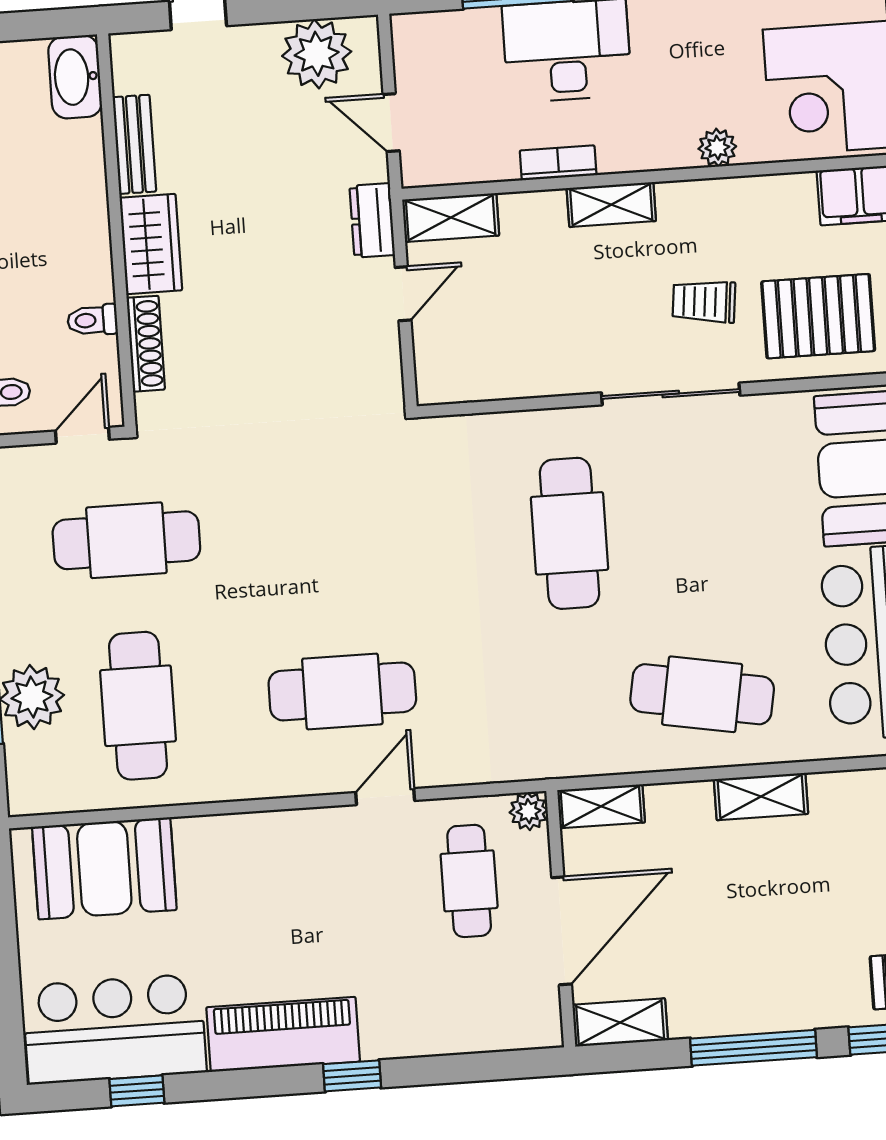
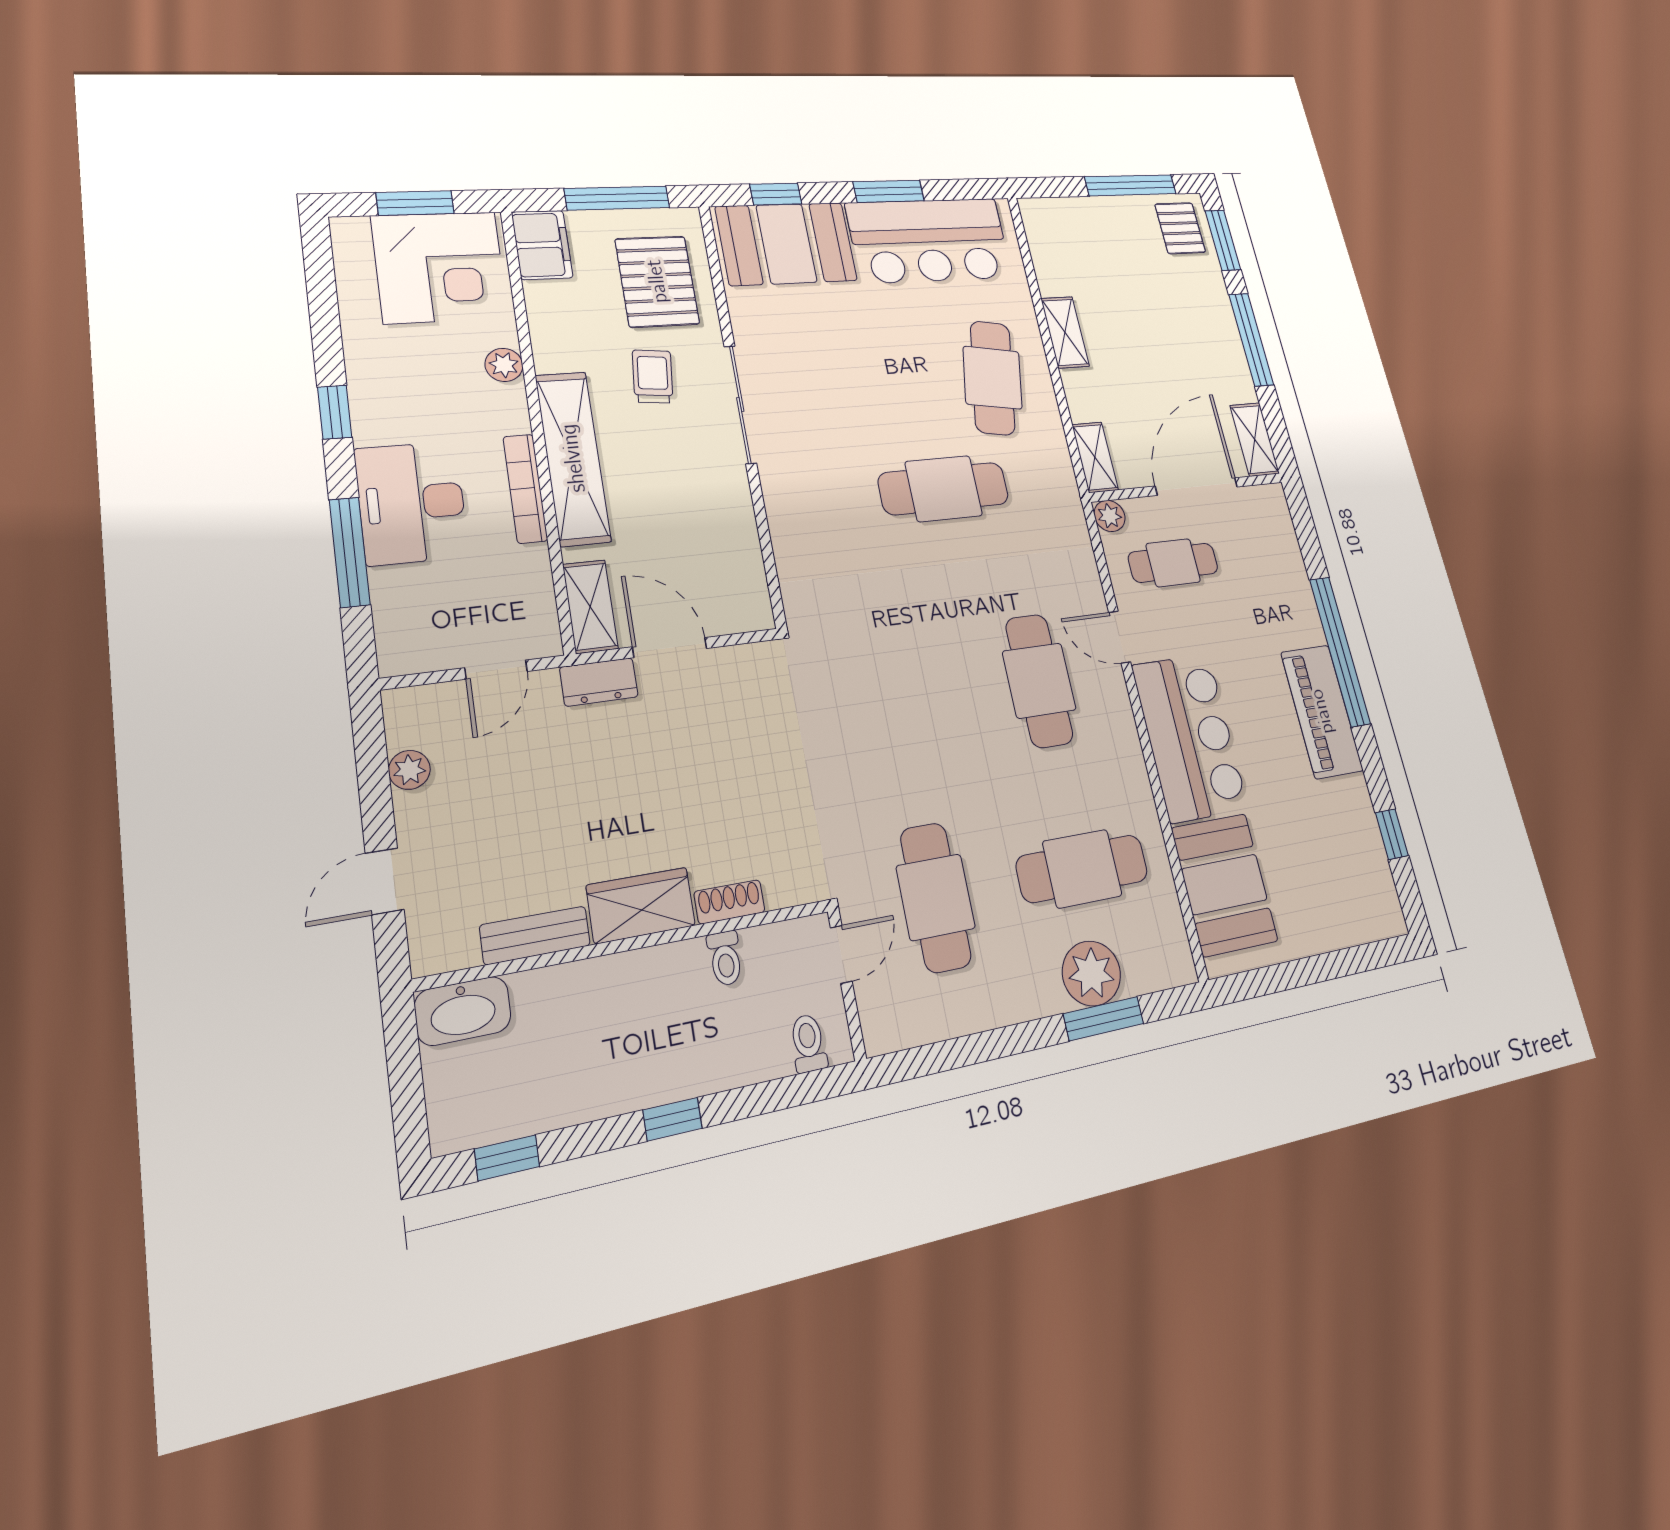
plant: (317, 54) -> (409, 770), width x0.53, depth x0.53
bookcase: (558, 163) -> (525, 488), width x1.56
shelving: (611, 205) -> (573, 458), width x2.20, depth x1.33
door: (403, 294) -> (670, 648), width x1.38
trolley: (704, 302) -> (653, 376), turned 180
shoe rack: (146, 344) -> (729, 902), width x0.70
door: (82, 435) -> (841, 954), swing flipped
cafe table: (569, 533) -> (944, 489), moved
door: (562, 931) -> (1197, 487), hinge flipped
bar counter: (114, 1029) -> (1190, 737), moved, turned 180
window: (352, 1076) -> (1340, 651), width x3.17

